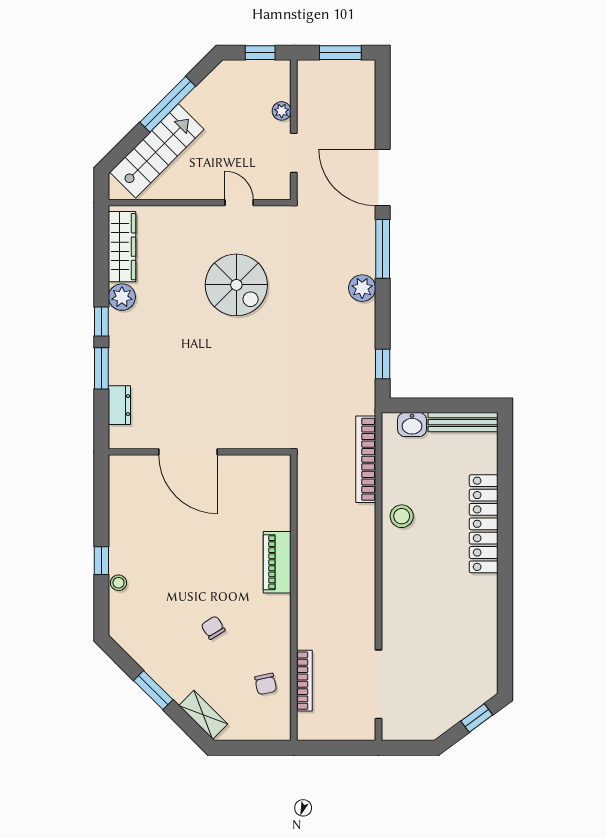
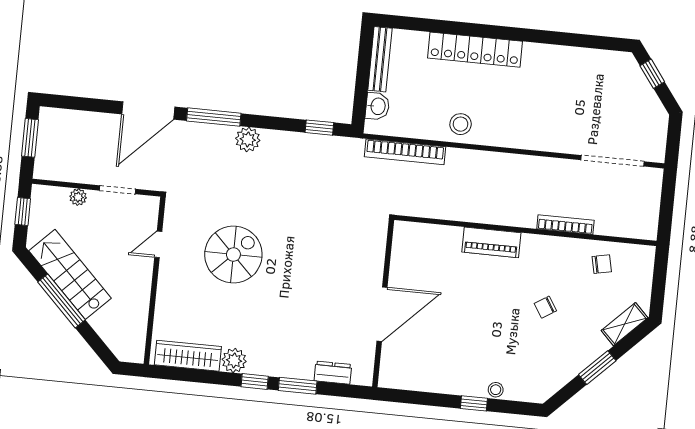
stairs: (157, 151) -> (70, 274), moved
bookcase: (304, 681) -> (565, 225), moved

